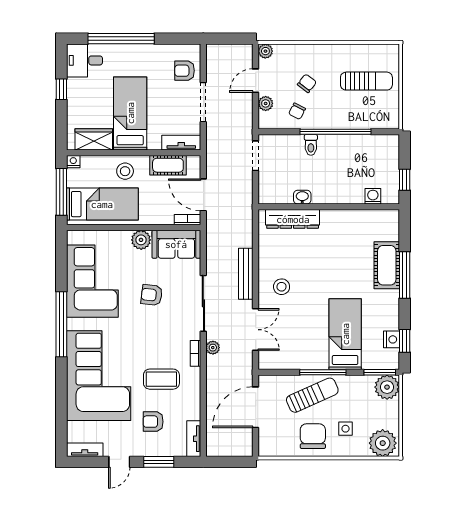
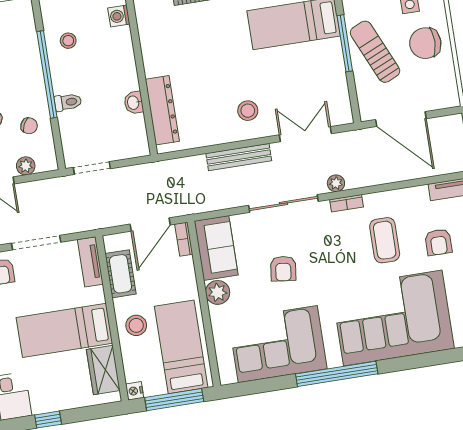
stool: (360, 153) -> (68, 41), added

